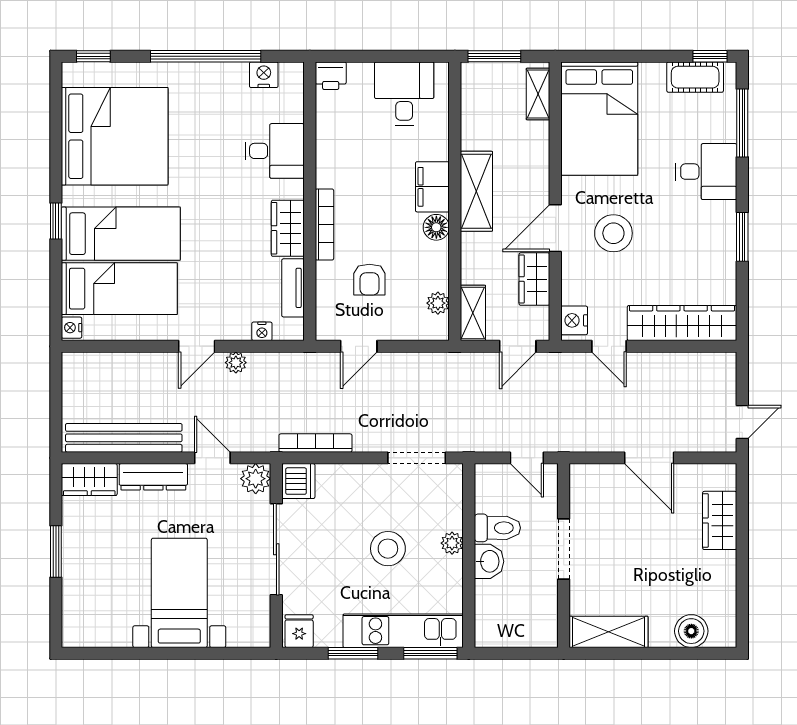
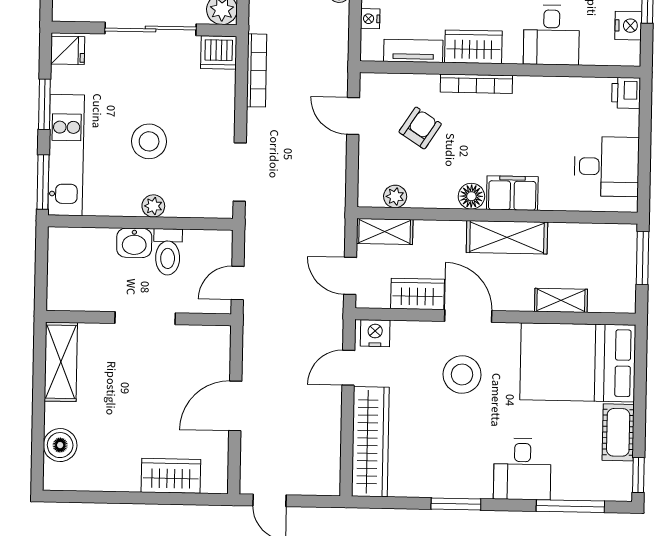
cot: (695, 77) -> (618, 432), moved
shelving: (538, 94) -> (561, 300), moved
armchair: (369, 280) -> (420, 128), turned 123

